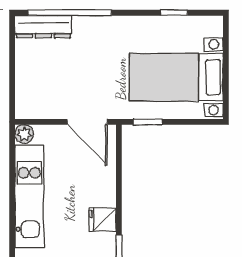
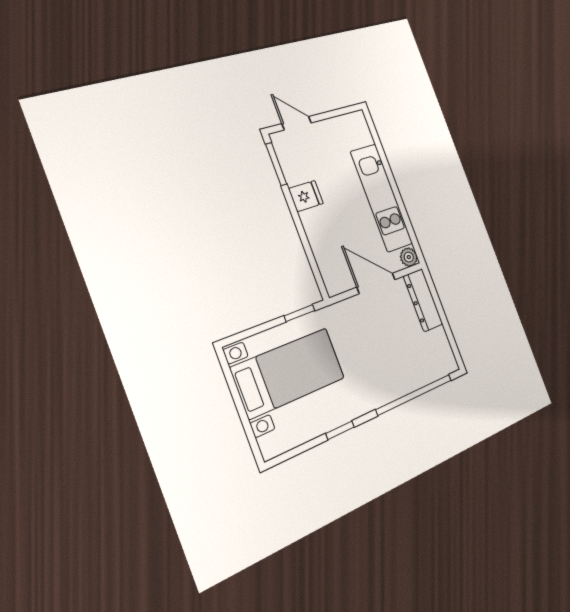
window: (174, 13) -> (340, 430), moved
dresser: (43, 27) -> (423, 300), moved, turned -90
door: (87, 122) -> (376, 283), moved

